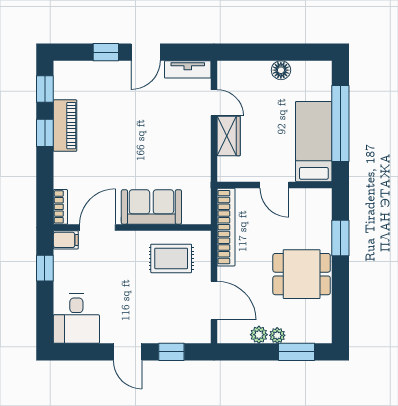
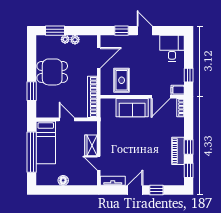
rug: (171, 258) -> (122, 80), turned 90
door: (214, 301) -> (99, 58), swing flipped

